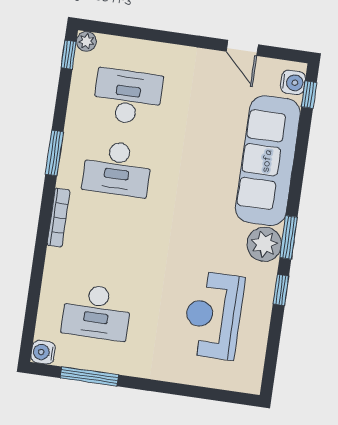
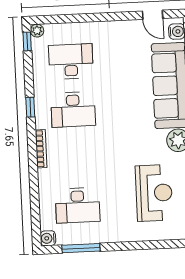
door: (242, 48) -> (153, 15), moved
window: (54, 153) -> (30, 107), width x0.67
reception desk: (213, 315) -> (154, 193), turned 180

